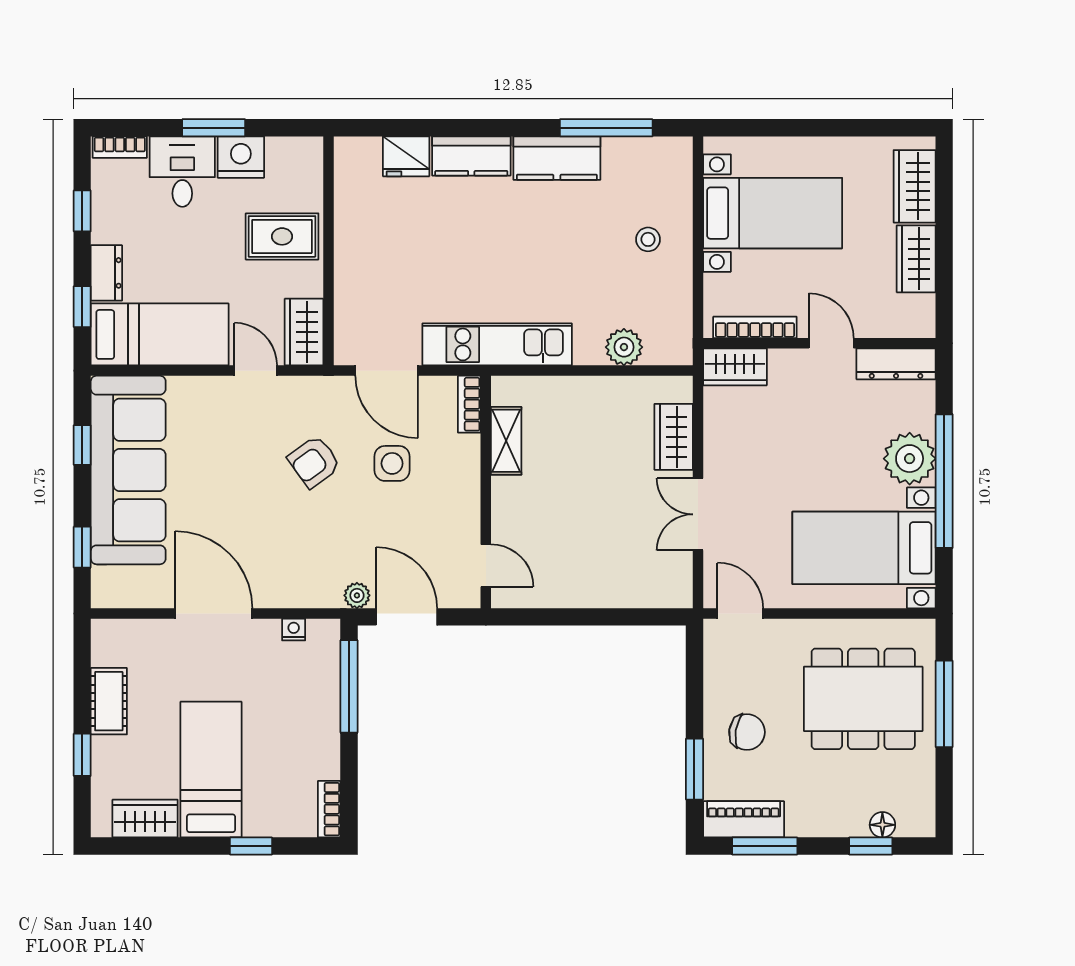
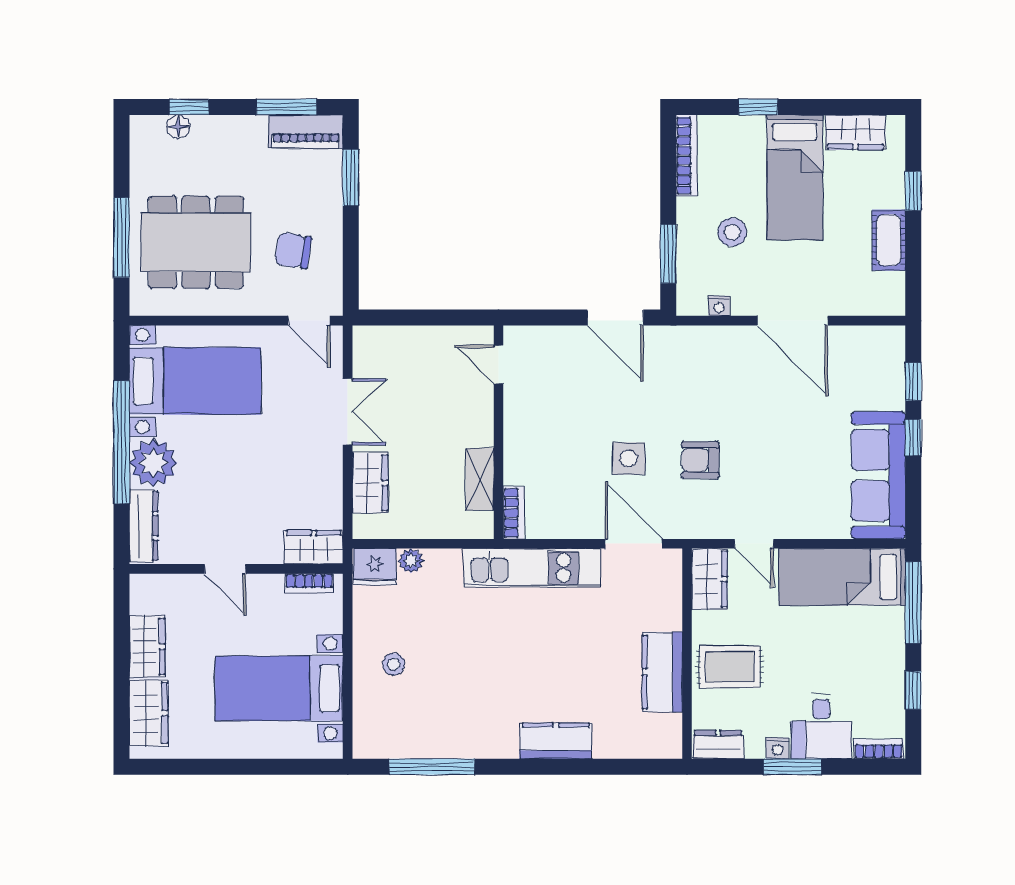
fridge: (406, 156) -> (375, 567), moved, turned 180
nightstand: (241, 157) -> (777, 748), width x0.53, depth x0.56
kitchen counter: (557, 158) -> (662, 672), moved, turned -90
dresser: (106, 273) -> (718, 745), moved, turned 90
window: (82, 307) -> (913, 602), width x2.17
bookcase: (755, 327) -> (309, 583), width x0.64
plant: (624, 347) -> (411, 561), width x0.73, depth x0.73
dresser: (896, 364) -> (144, 526), moved, turned 90
bookcase: (469, 404) -> (514, 513), moved
shelving: (506, 441) -> (480, 479), moved
window: (82, 445) -> (913, 438), moved
armchair: (314, 462) -> (700, 460), turned -144
sofa: (128, 470) -> (878, 475), width x0.74, depth x0.79
wall: (486, 492) -> (499, 432), moved
door: (486, 566) -> (499, 365), moved
plant: (357, 595) -> (661, 337), removed
window: (349, 686) -> (668, 254), width x0.69
stool: (279, 710) -> (732, 232), added
chair: (747, 732) -> (293, 251), moved
bookcase: (329, 809) -> (686, 156), width x1.56

